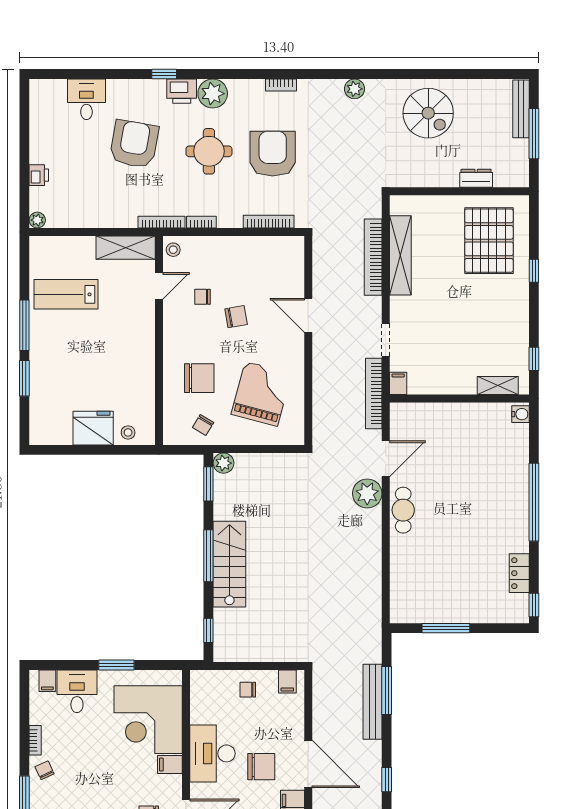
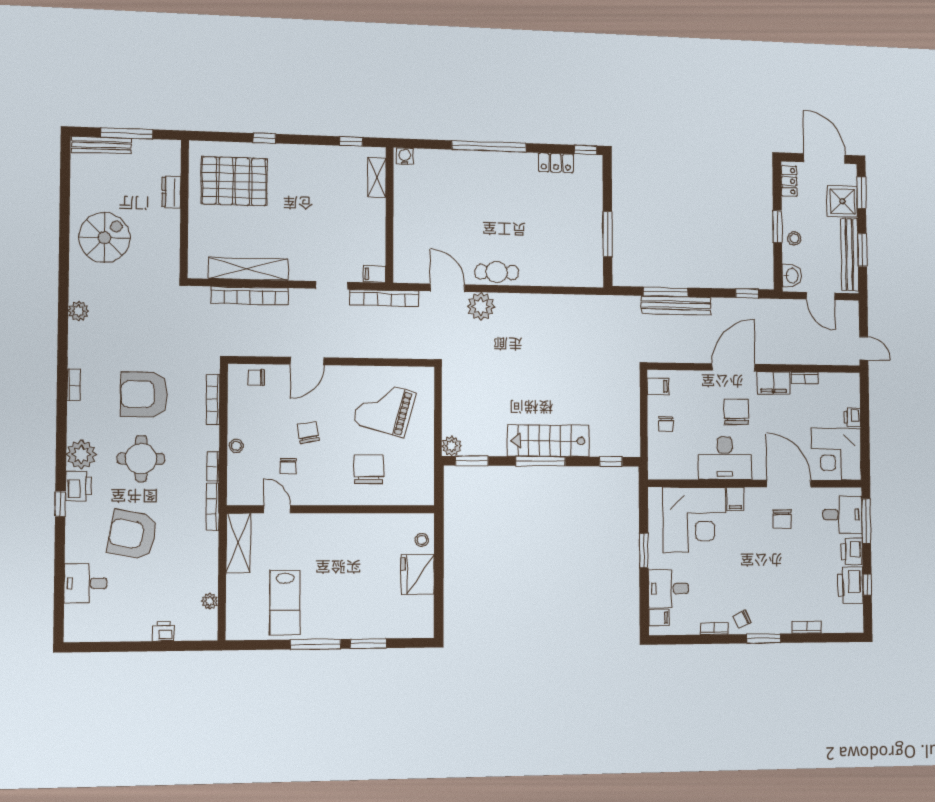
plant: (37, 220) -> (210, 601), moved
stool: (173, 250) -> (236, 446), moved
chair: (203, 425) -> (257, 377), moved, turned 149

